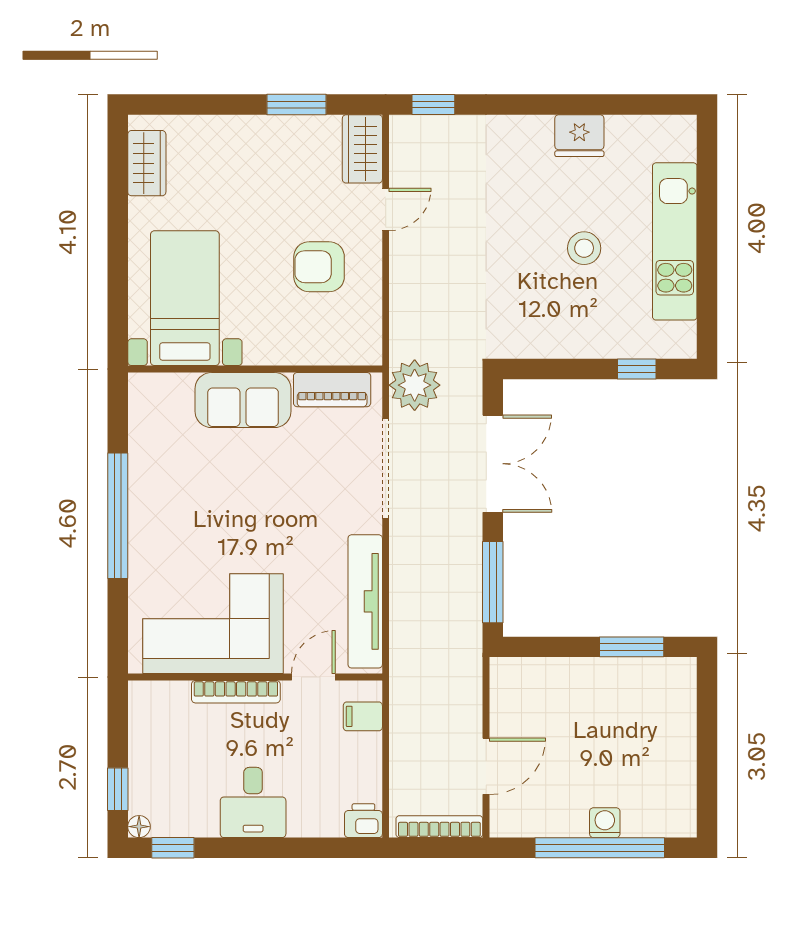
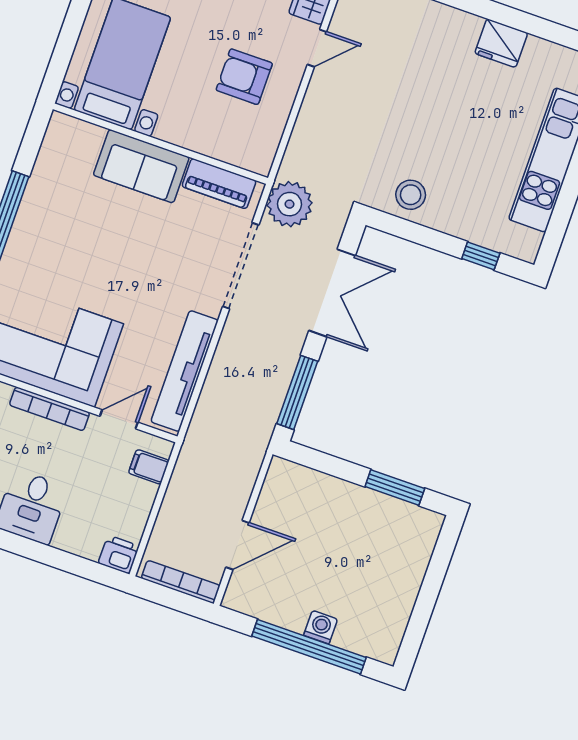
stool: (584, 248) -> (411, 195), moved

